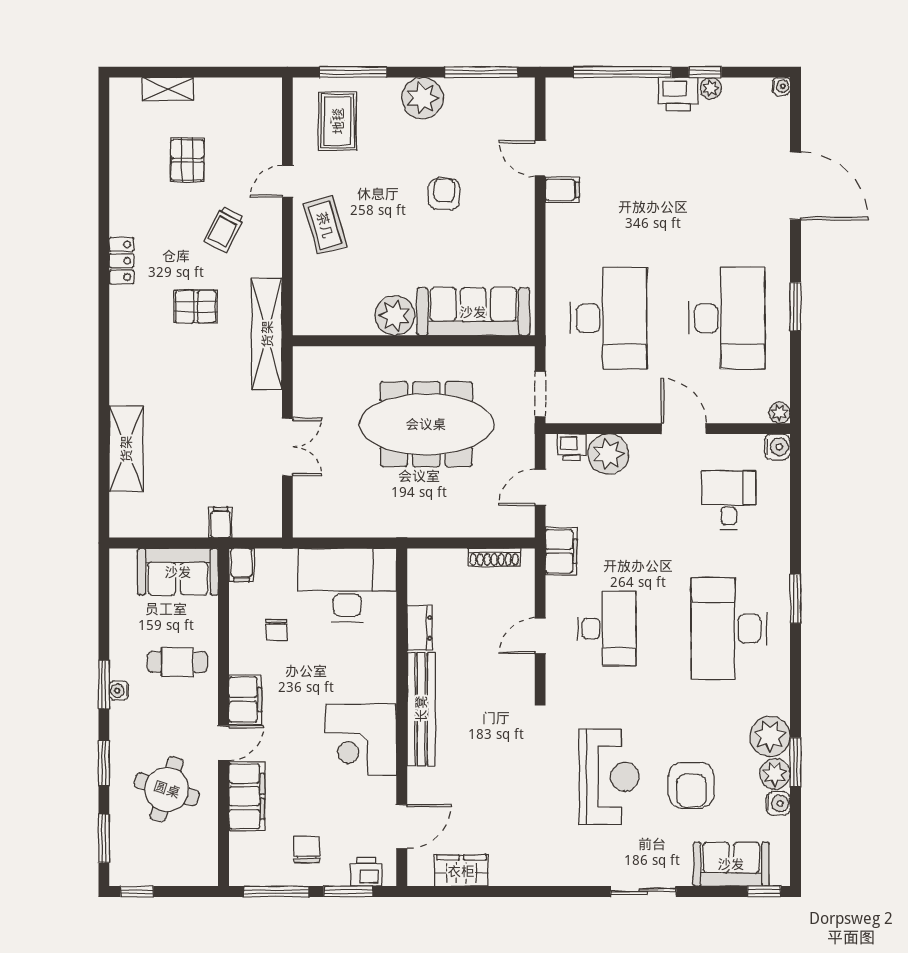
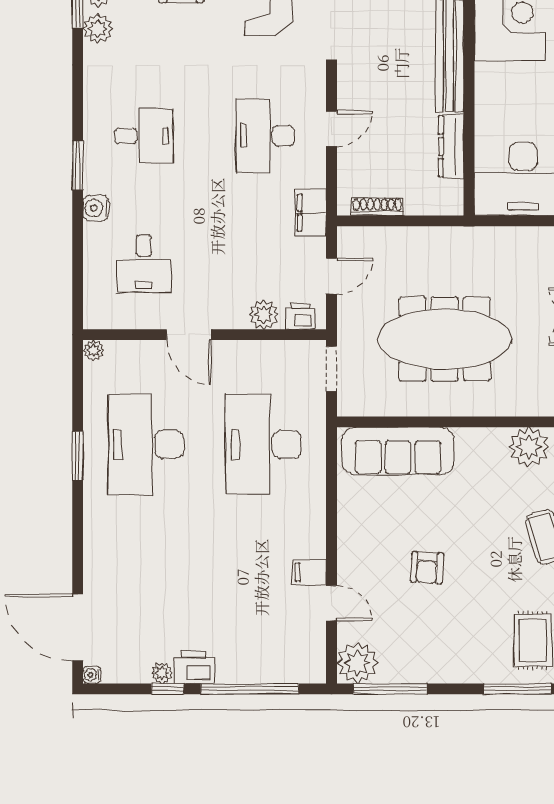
plant: (422, 98) -> (357, 663), moved
door: (796, 186) -> (78, 628), moved
plant: (395, 316) -> (529, 447), moved
water cooler: (777, 447) -> (96, 208), moved
plant: (608, 454) -> (264, 315), width x0.73, depth x0.73
dresser: (420, 628) -> (451, 146), width x1.44
desk: (729, 629) -> (144, 136), width x0.53, depth x0.77
plant: (770, 736) -> (98, 29), width x0.73, depth x0.73

